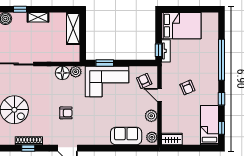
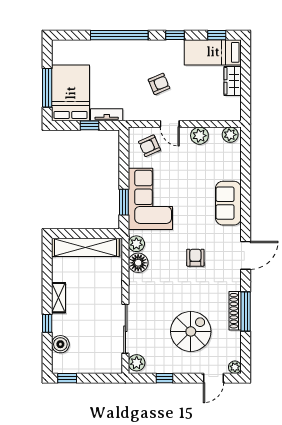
window: (185, 9) -> (47, 88), added
shelving: (73, 29) -> (85, 247), width x1.47
window: (158, 50) -> (89, 125), moved
door: (159, 95) -> (170, 124), hinge flipped
sofa: (126, 136) -> (228, 203), moved
wardrobe: (172, 139) -> (233, 81), moved
window: (28, 148) -> (246, 312), width x2.17

